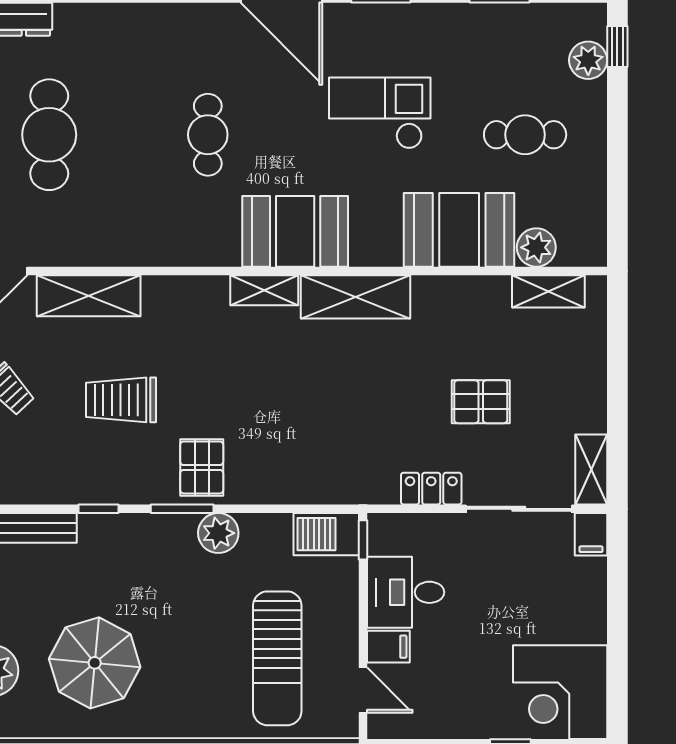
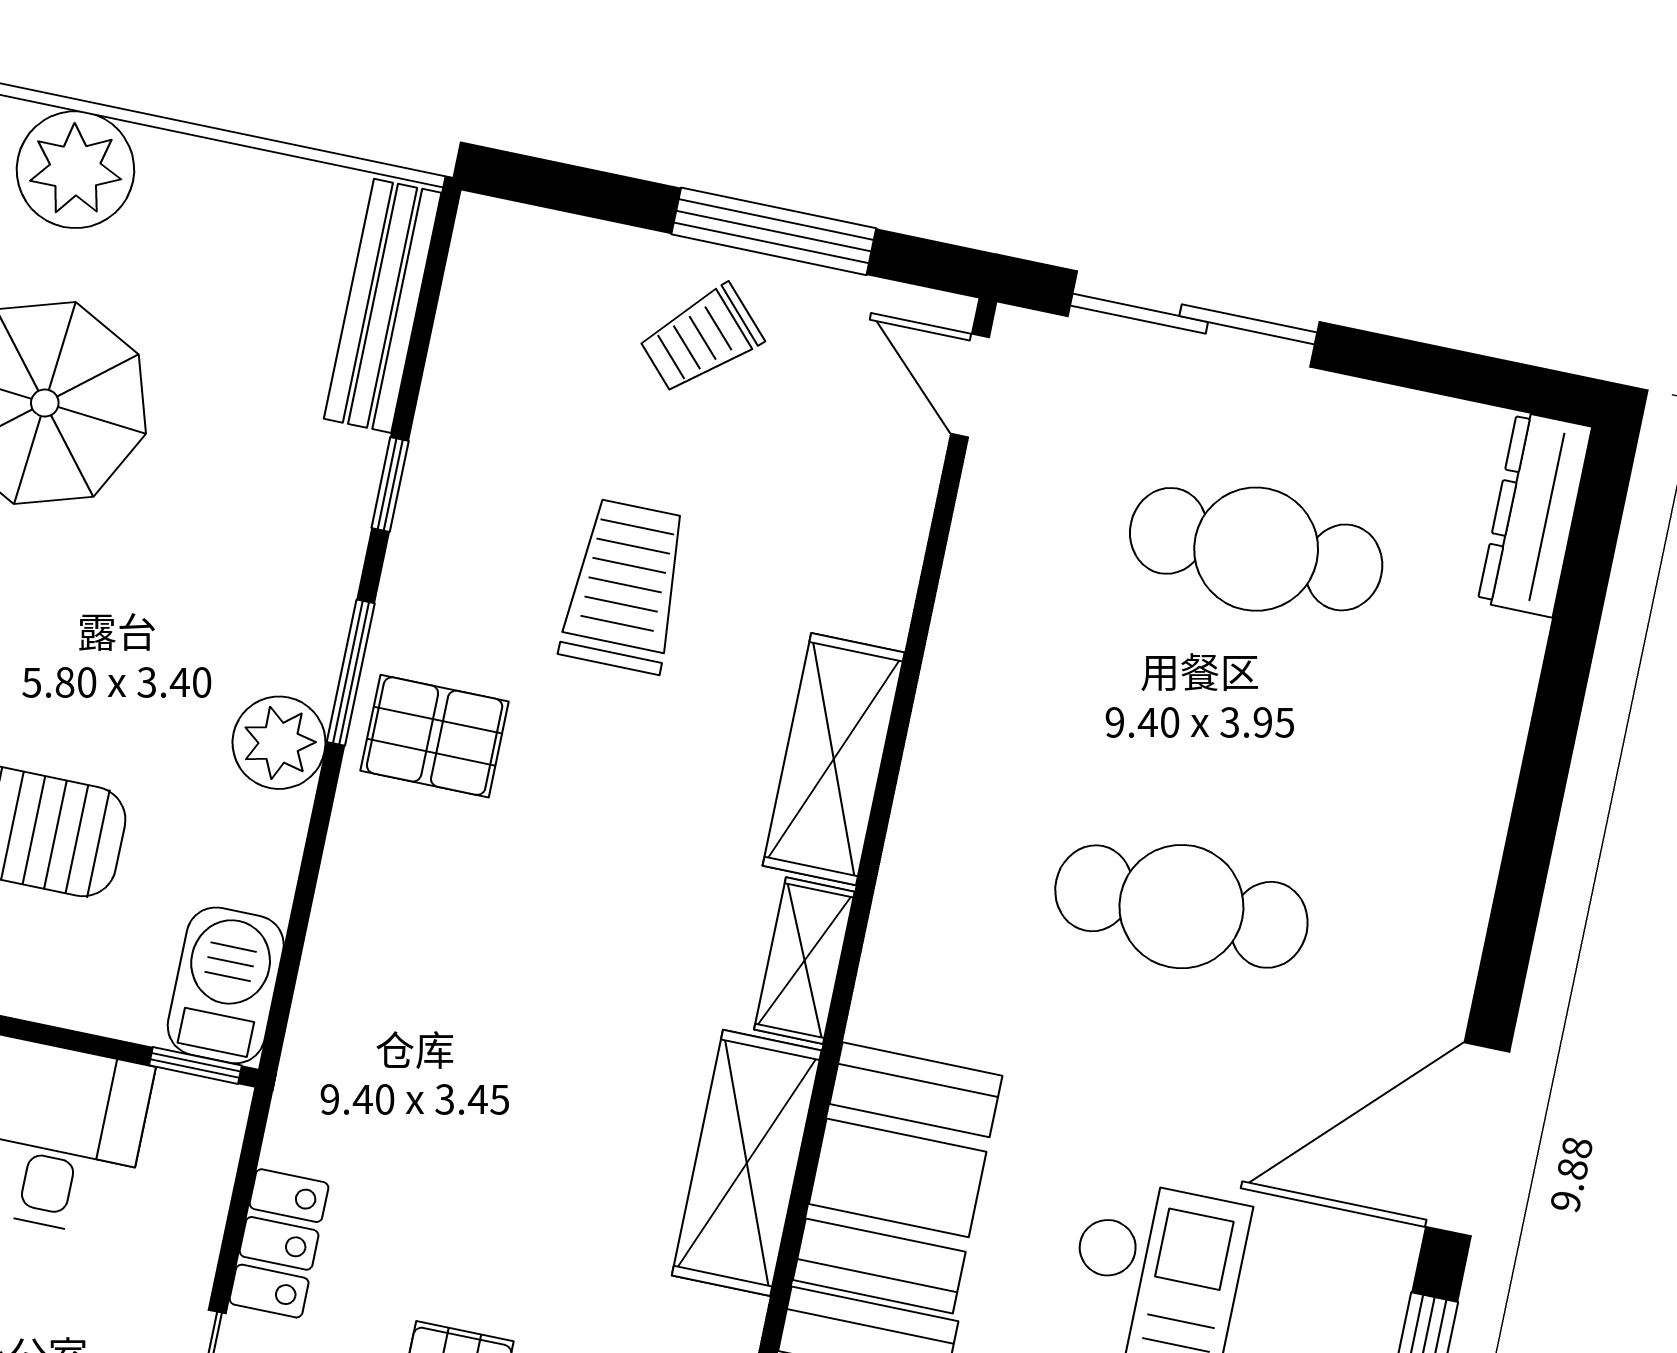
cafe table: (208, 135) -> (1181, 907), width x1.37, depth x1.35
booth: (295, 231) -> (898, 1178), moved
shelving: (89, 296) -> (834, 759), moved

